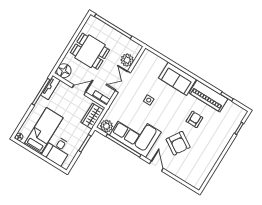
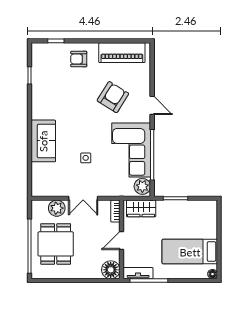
dining table: (90, 51) -> (56, 244), moved
door: (79, 90) -> (121, 241), hinge flipped
piano: (208, 96) -> (122, 53), moved, turned 90
armchair: (194, 119) -> (79, 59), moved
desk: (57, 150) -> (202, 224), removed
door: (156, 166) -> (152, 105), swing flipped

